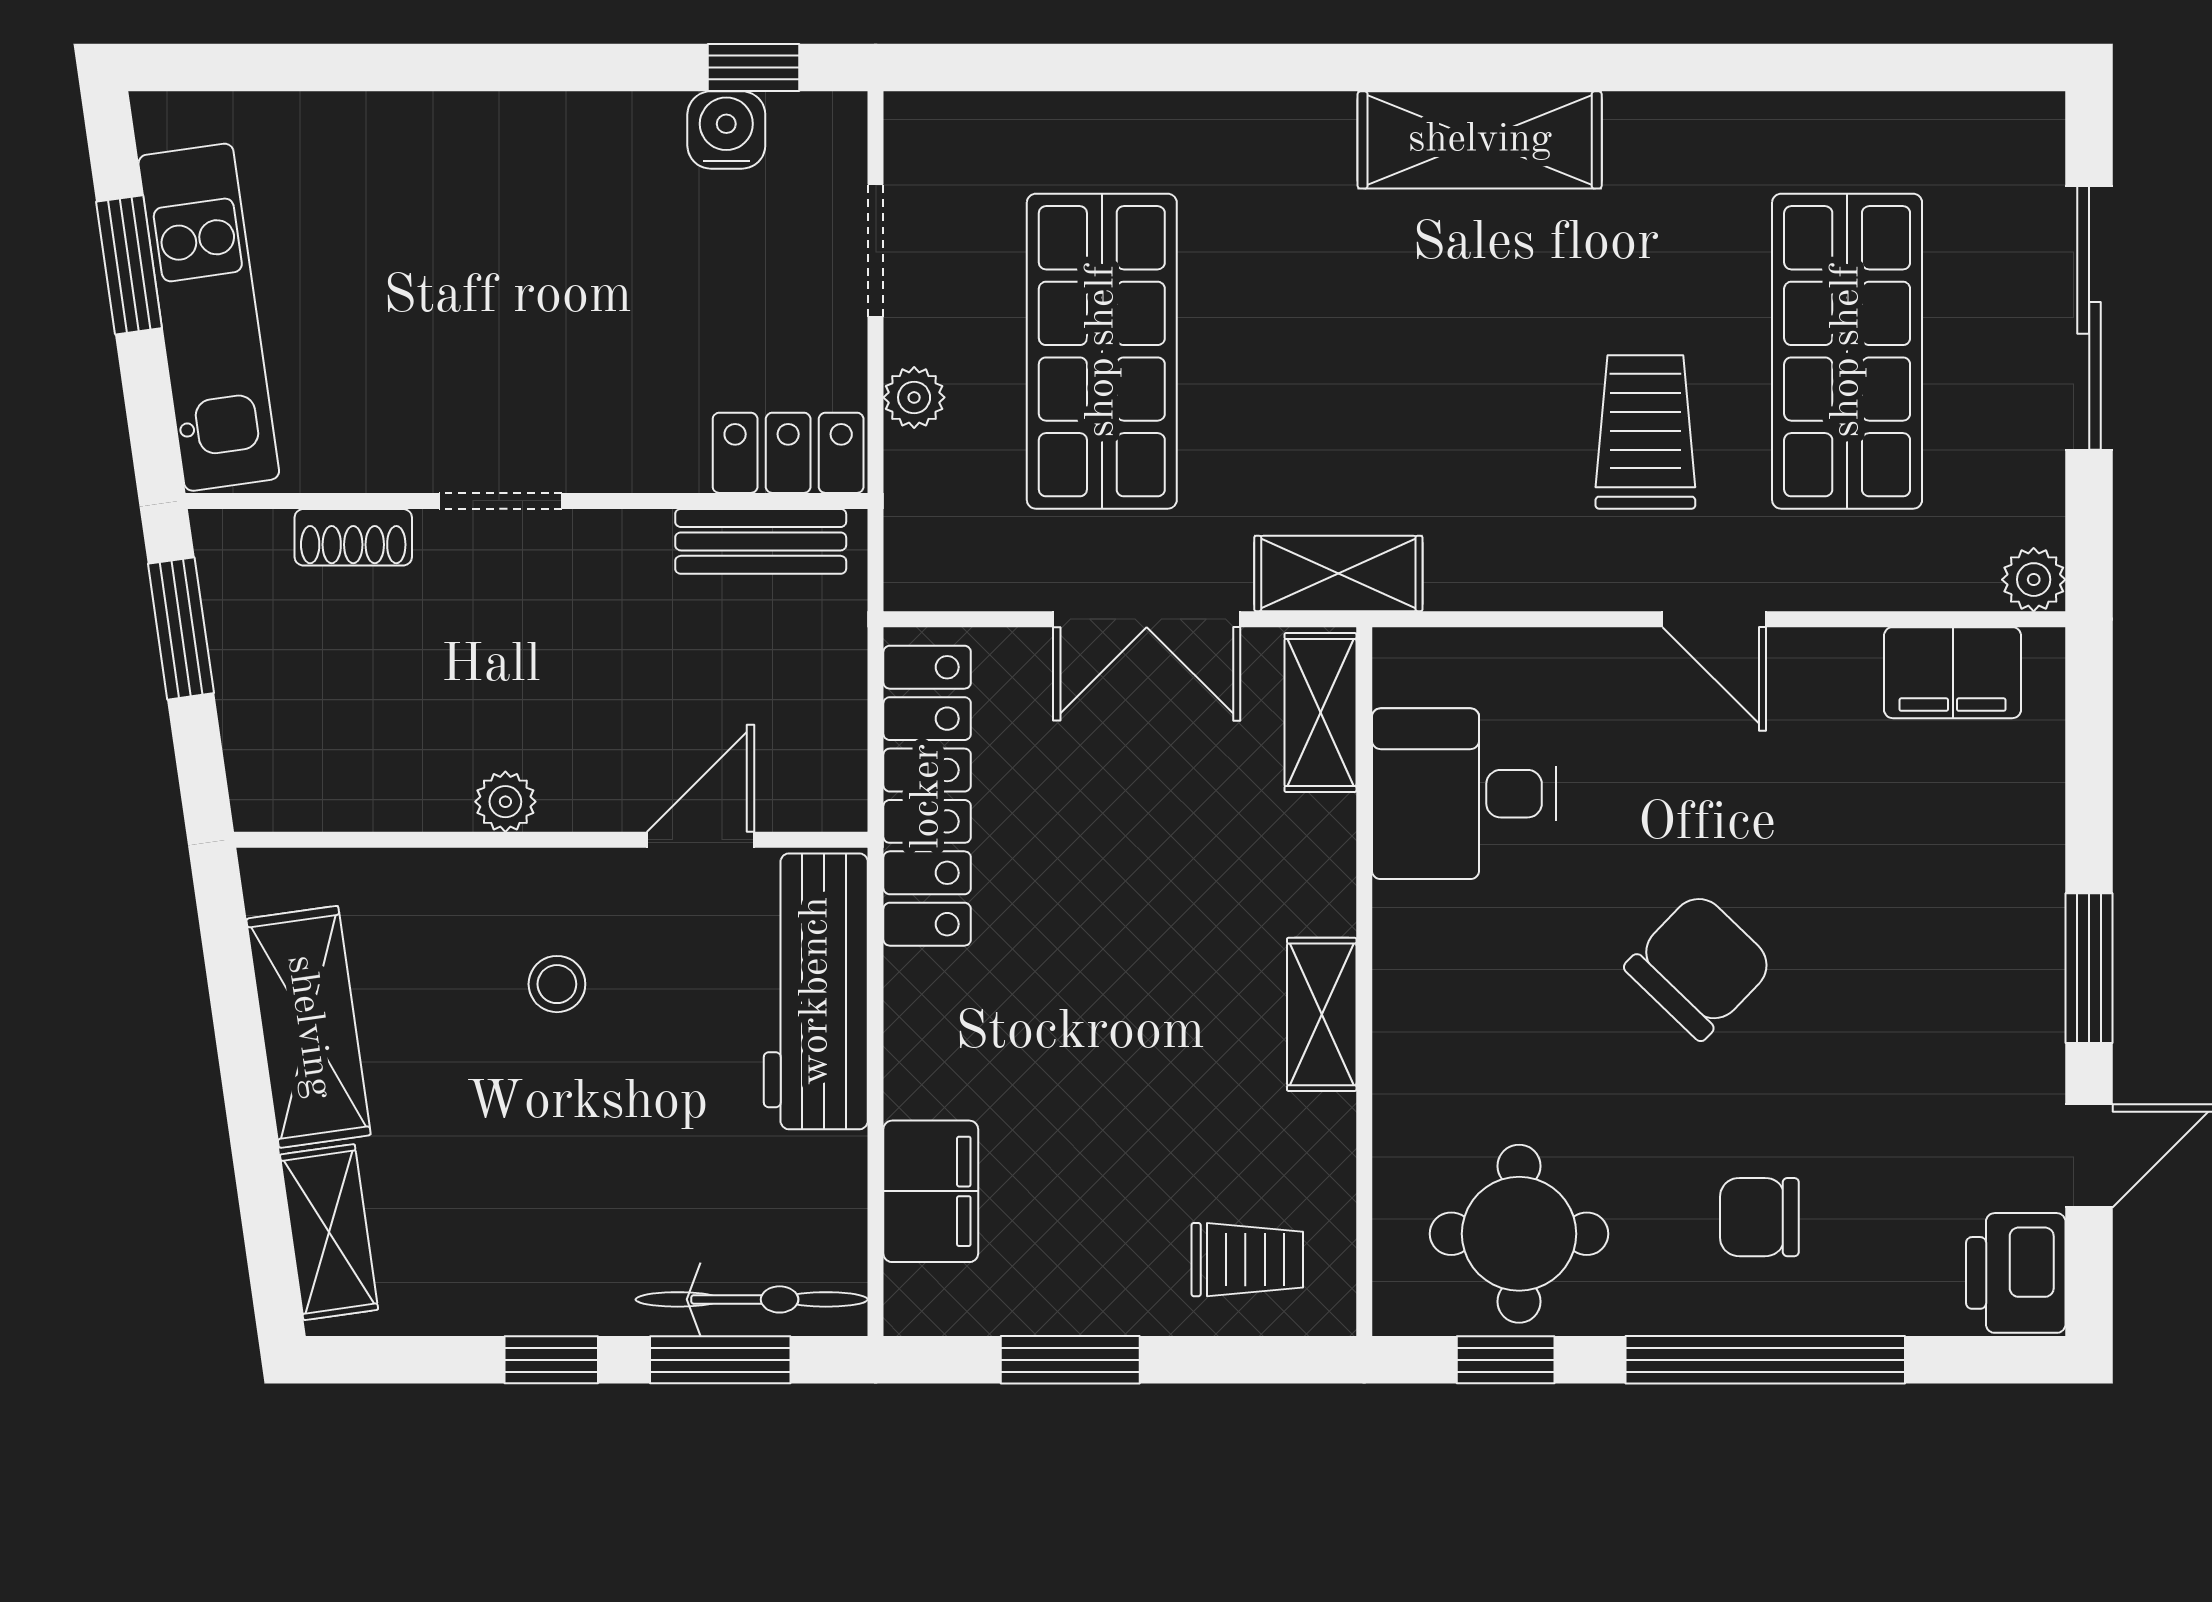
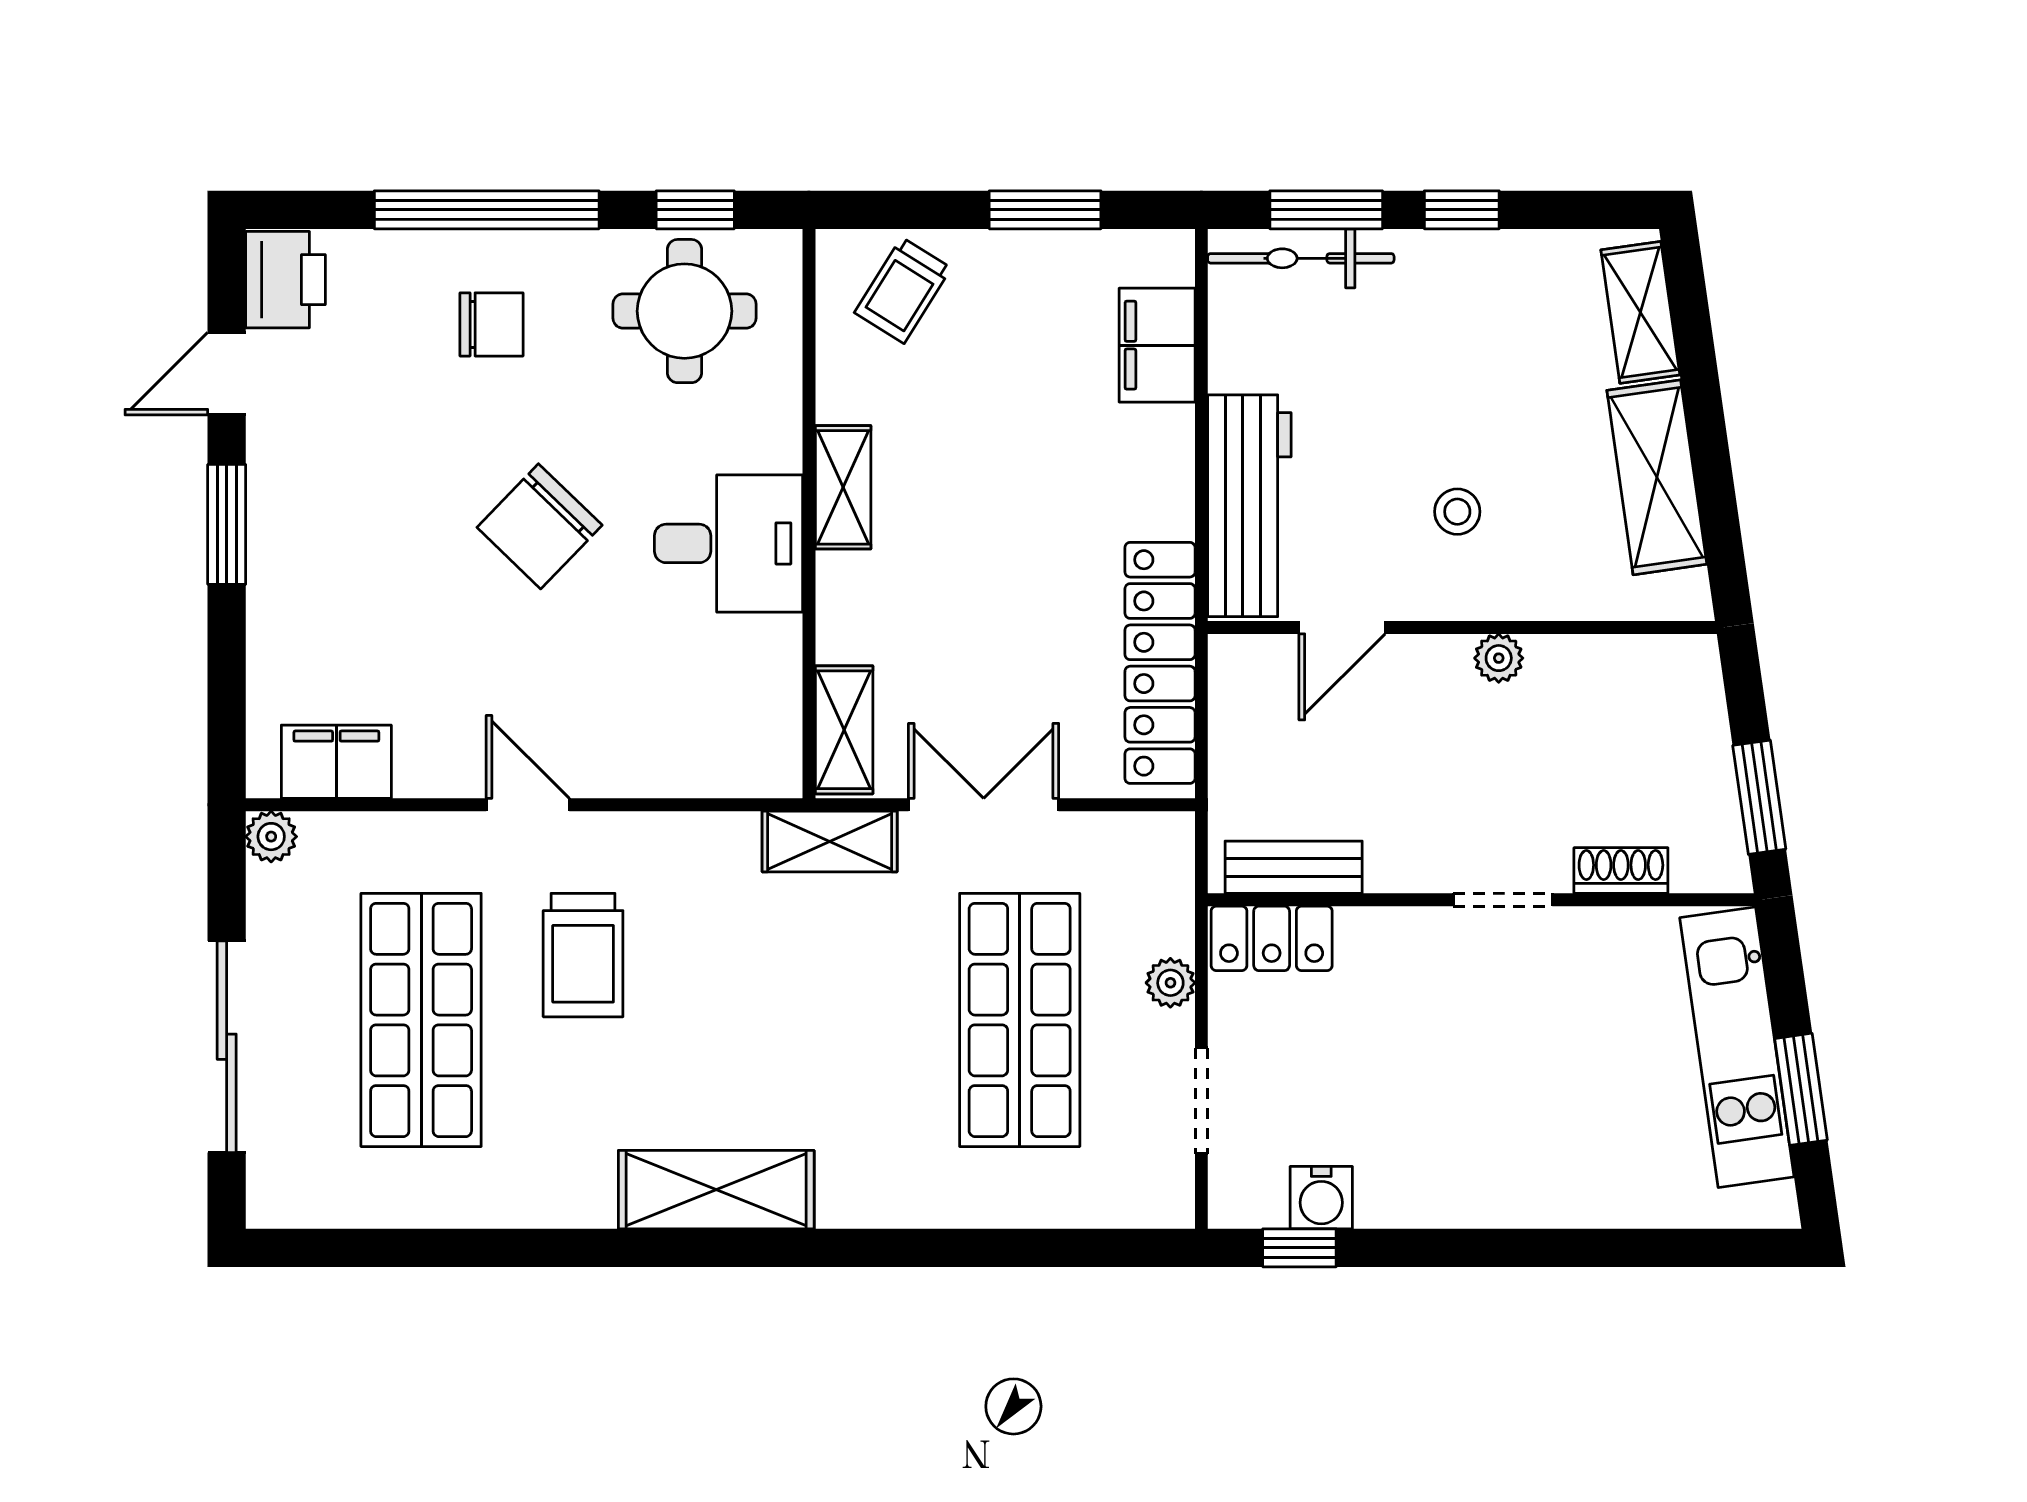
desk: (1464, 794) -> (729, 543), moved
trolley: (1247, 1260) -> (903, 290), turned -58

